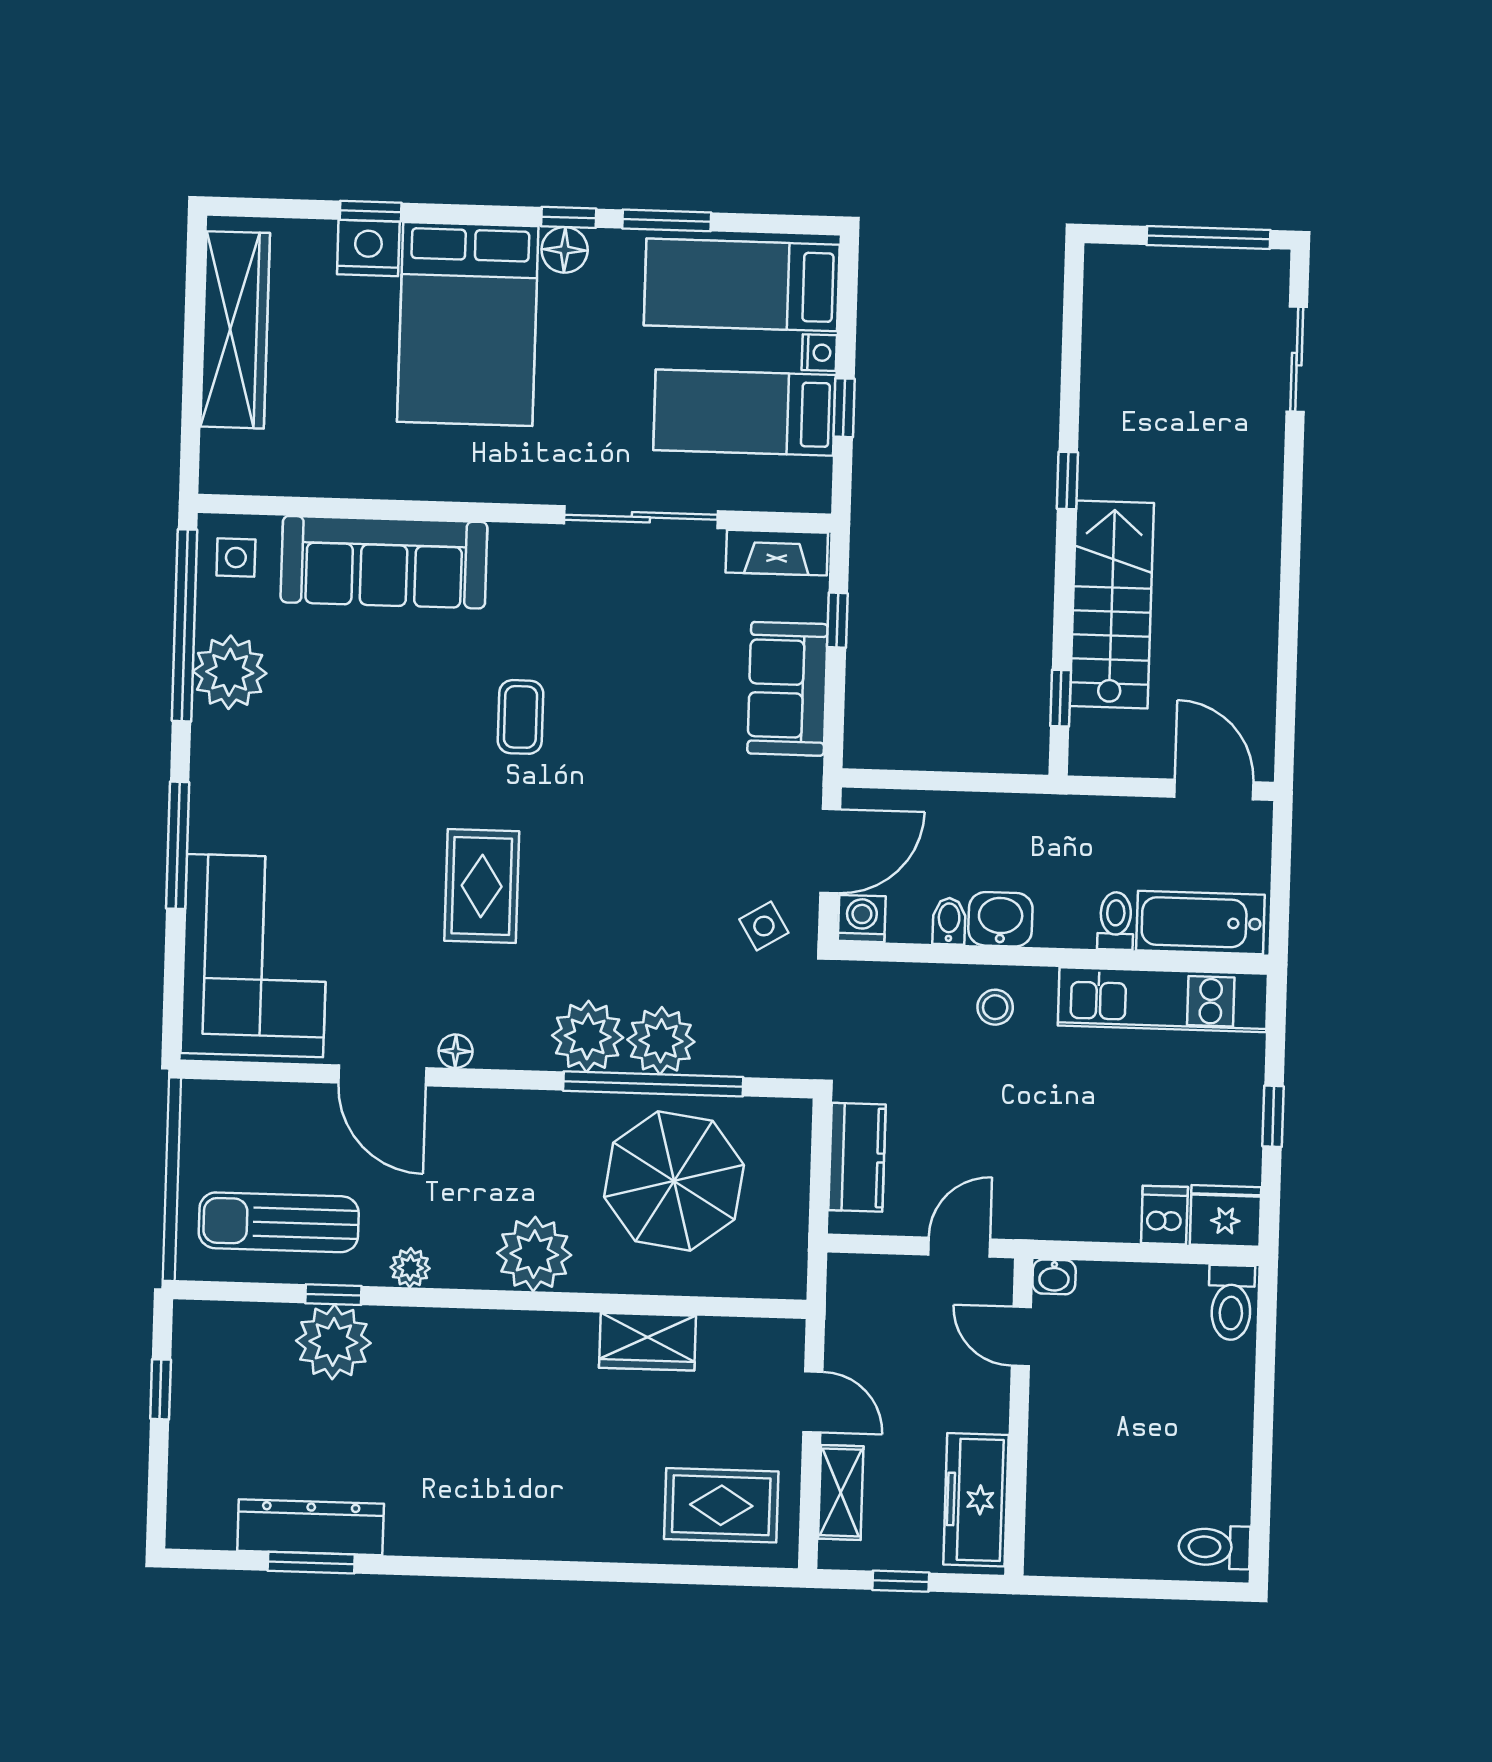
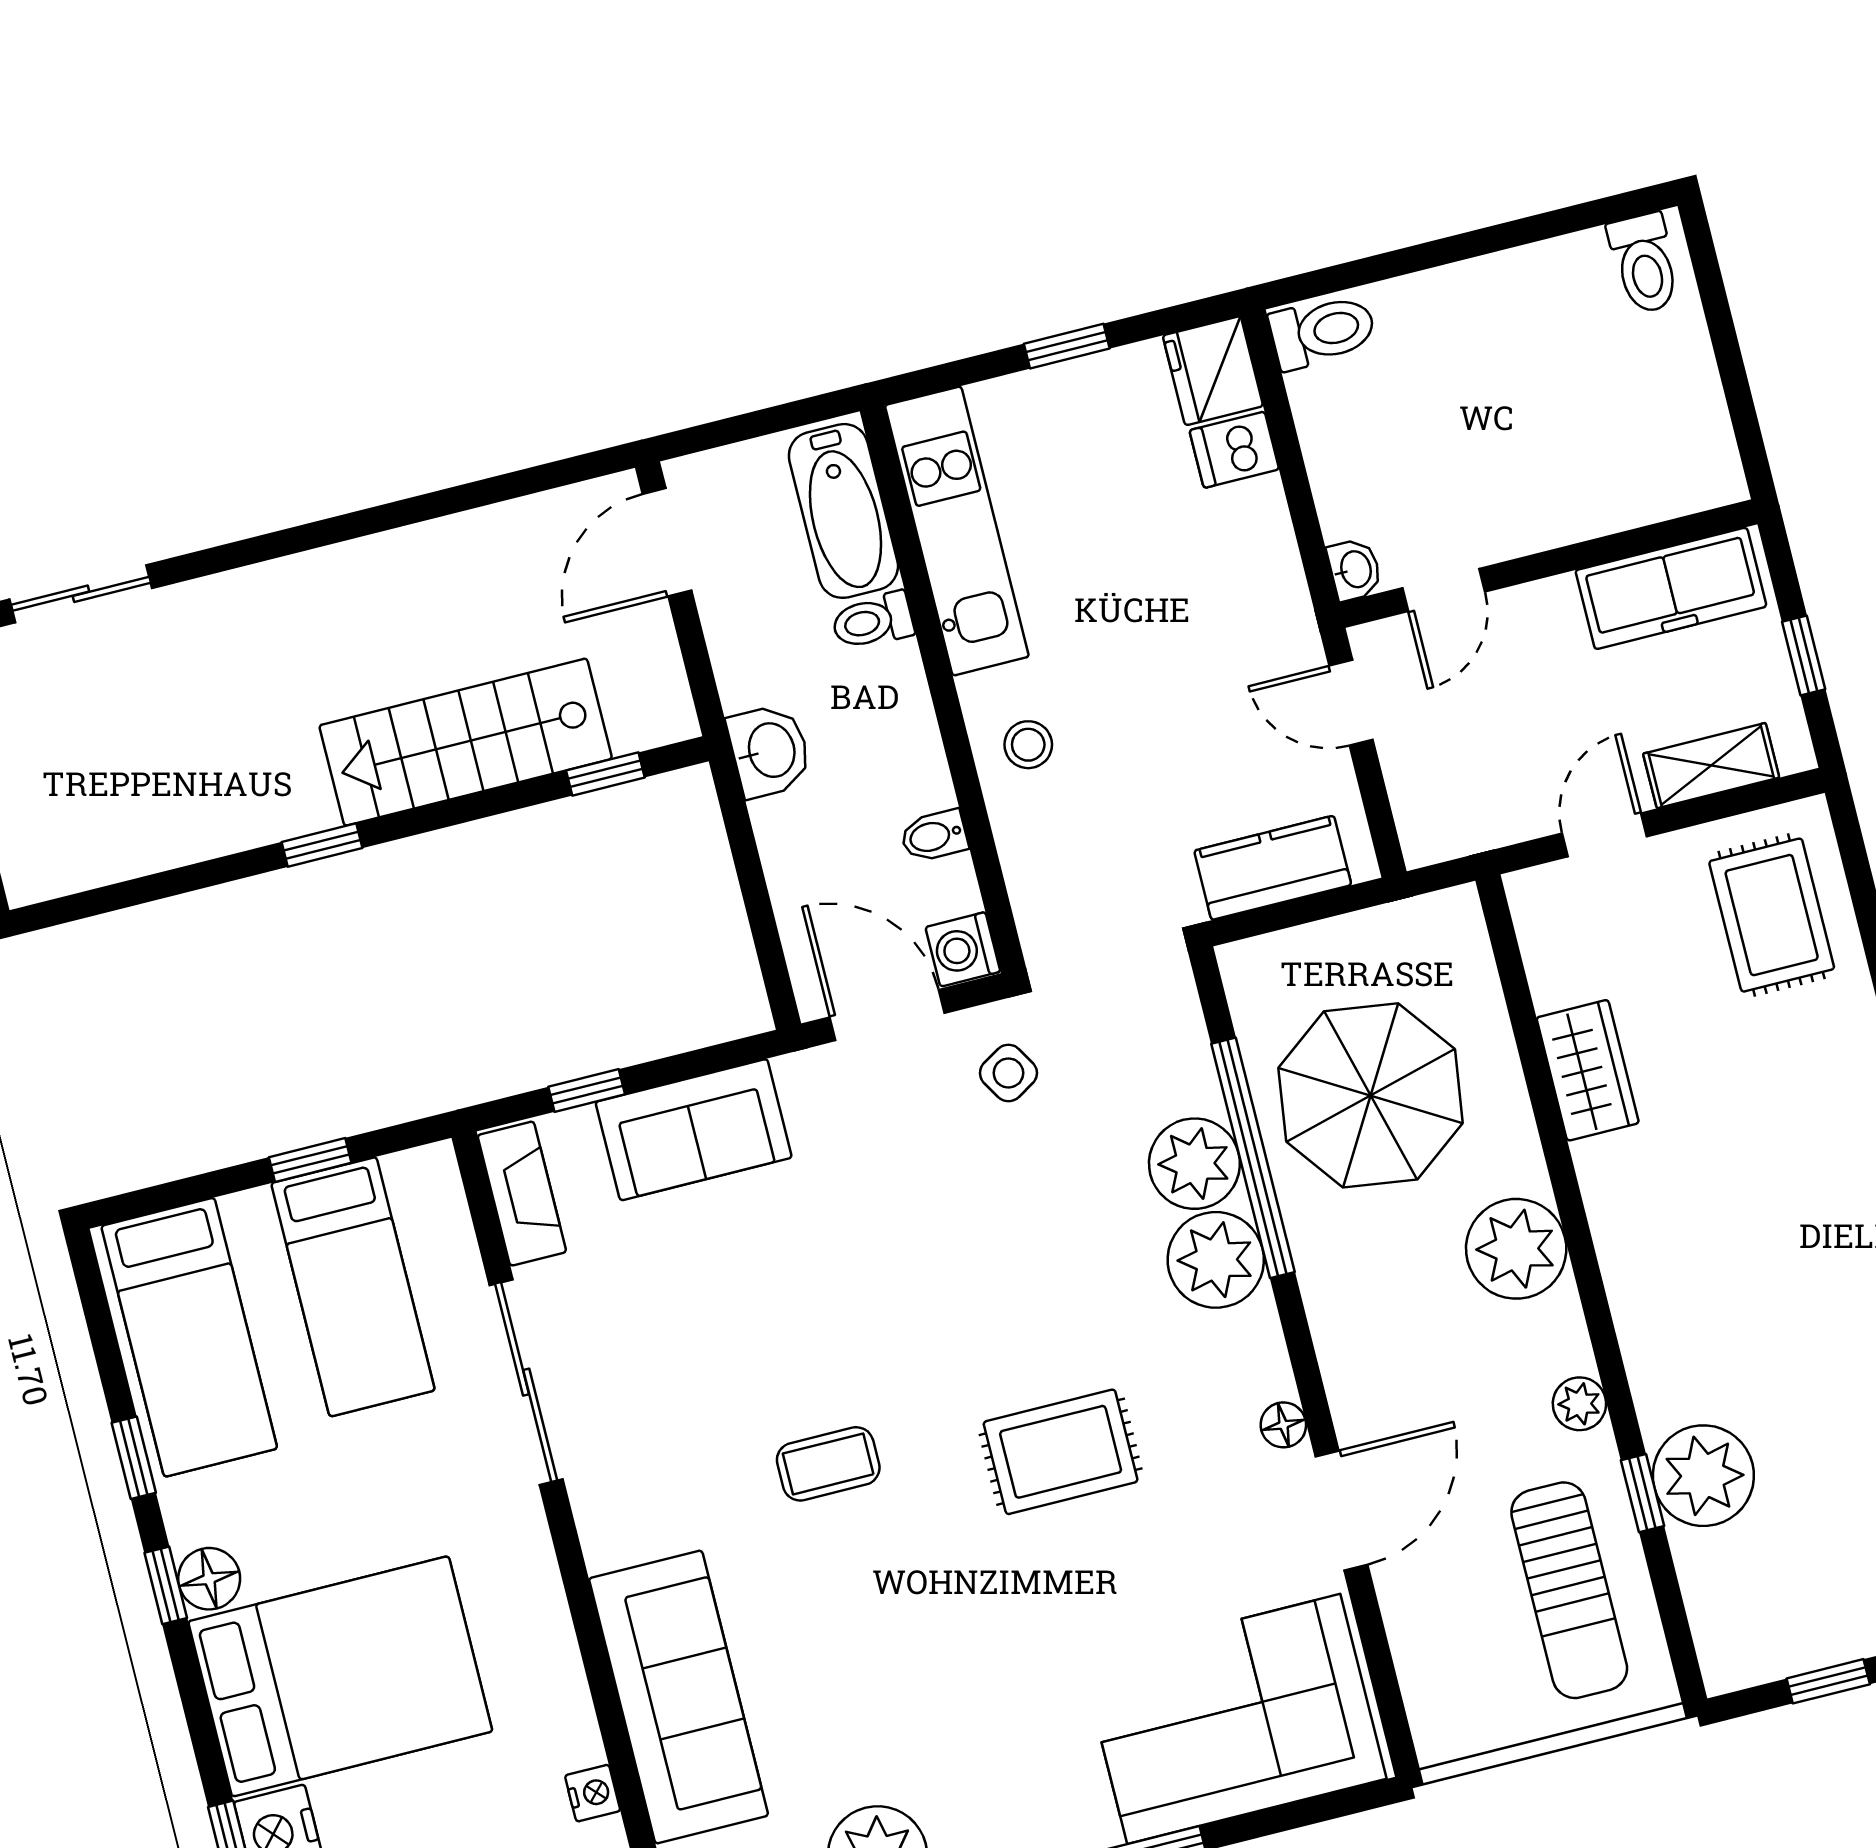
window: (667, 220) -> (134, 1458), width x0.67
nightstand: (819, 353) -> (593, 1793), moved, turned 90
washbasin: (1000, 919) -> (770, 751), moved, turned 180

